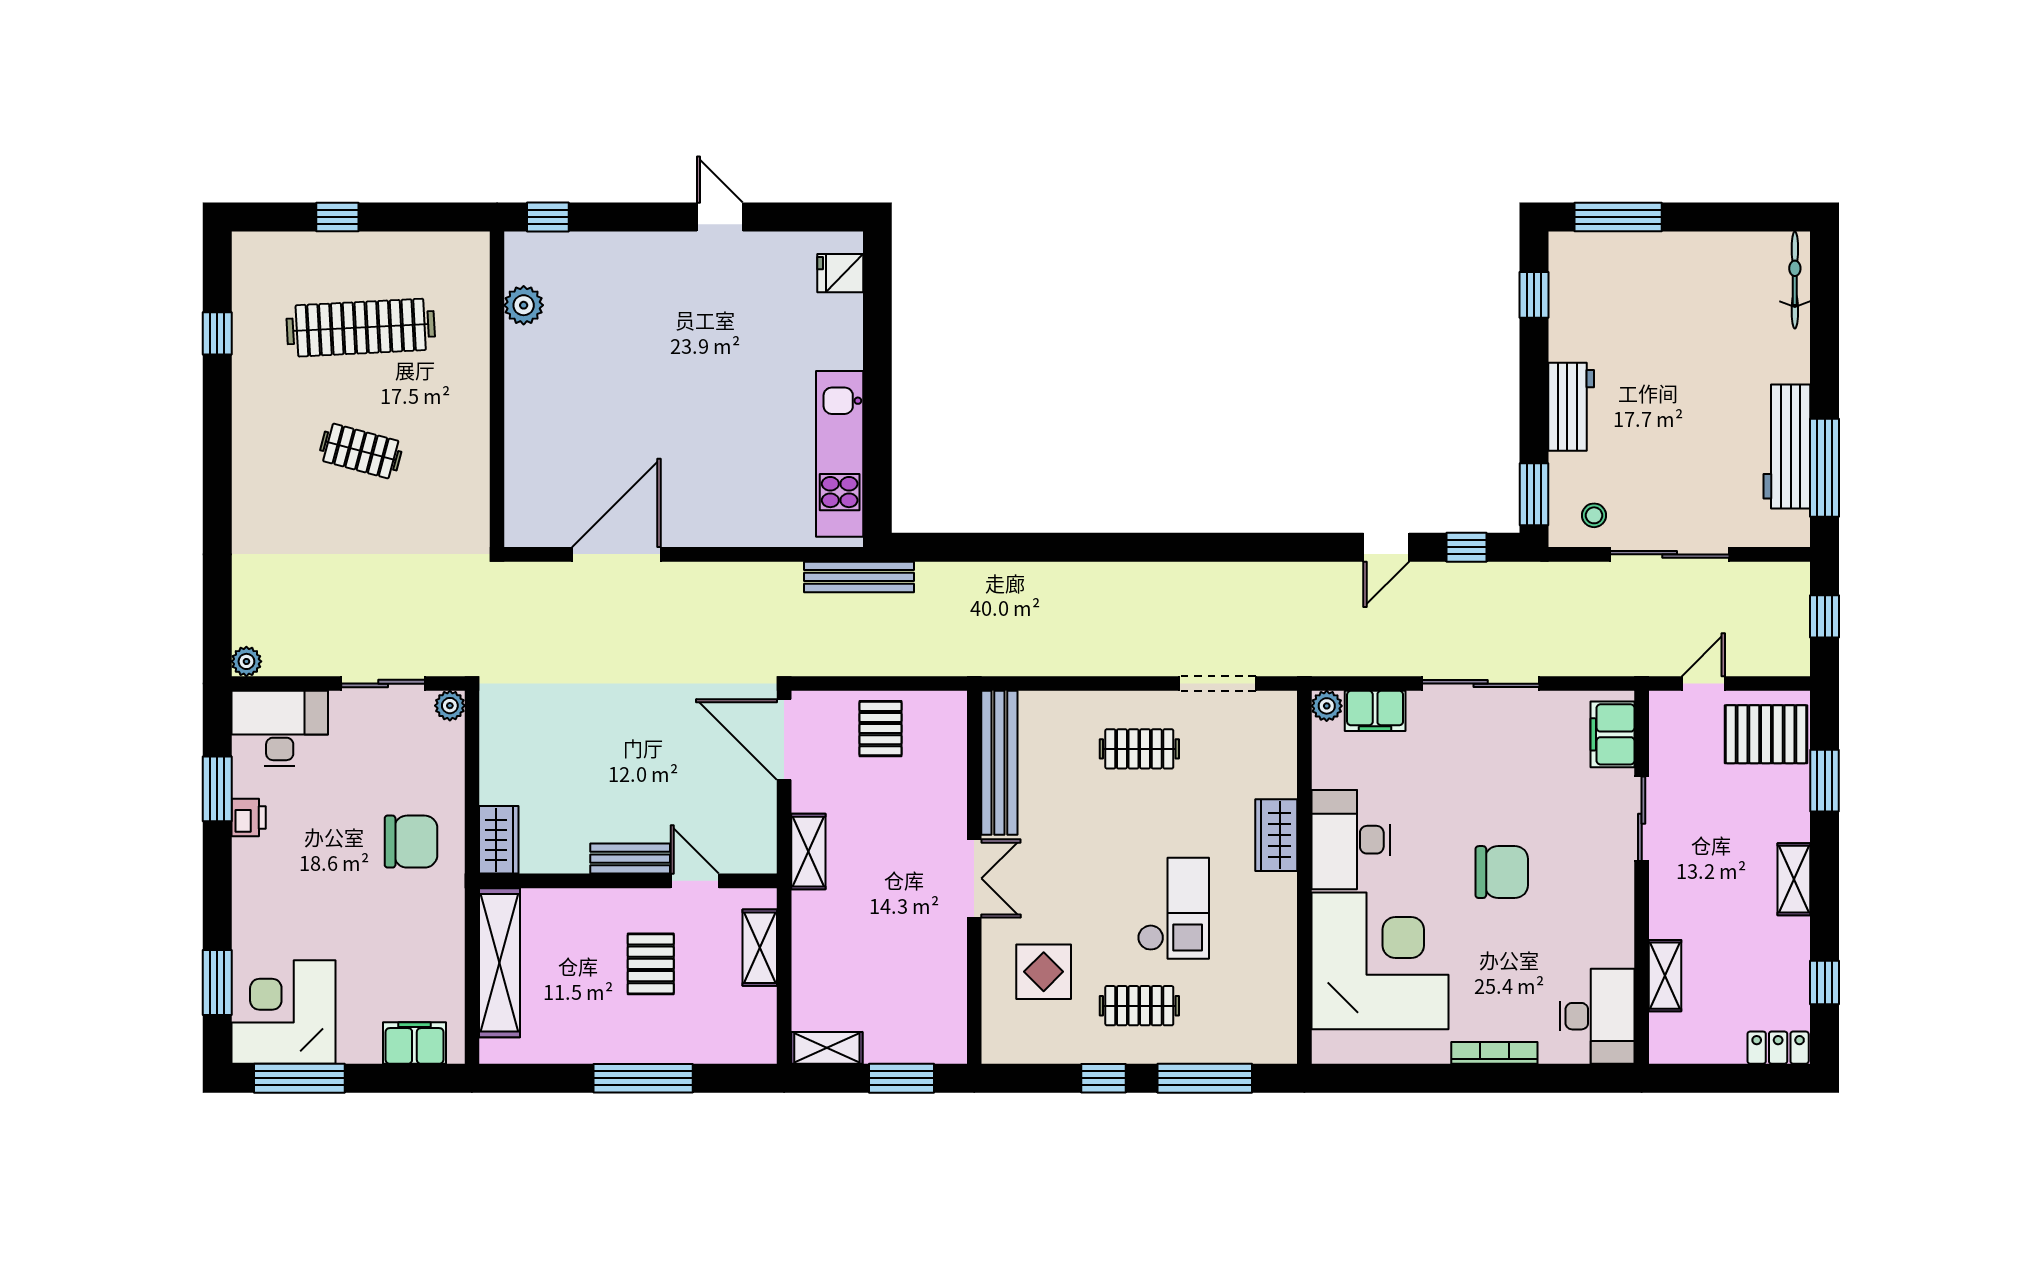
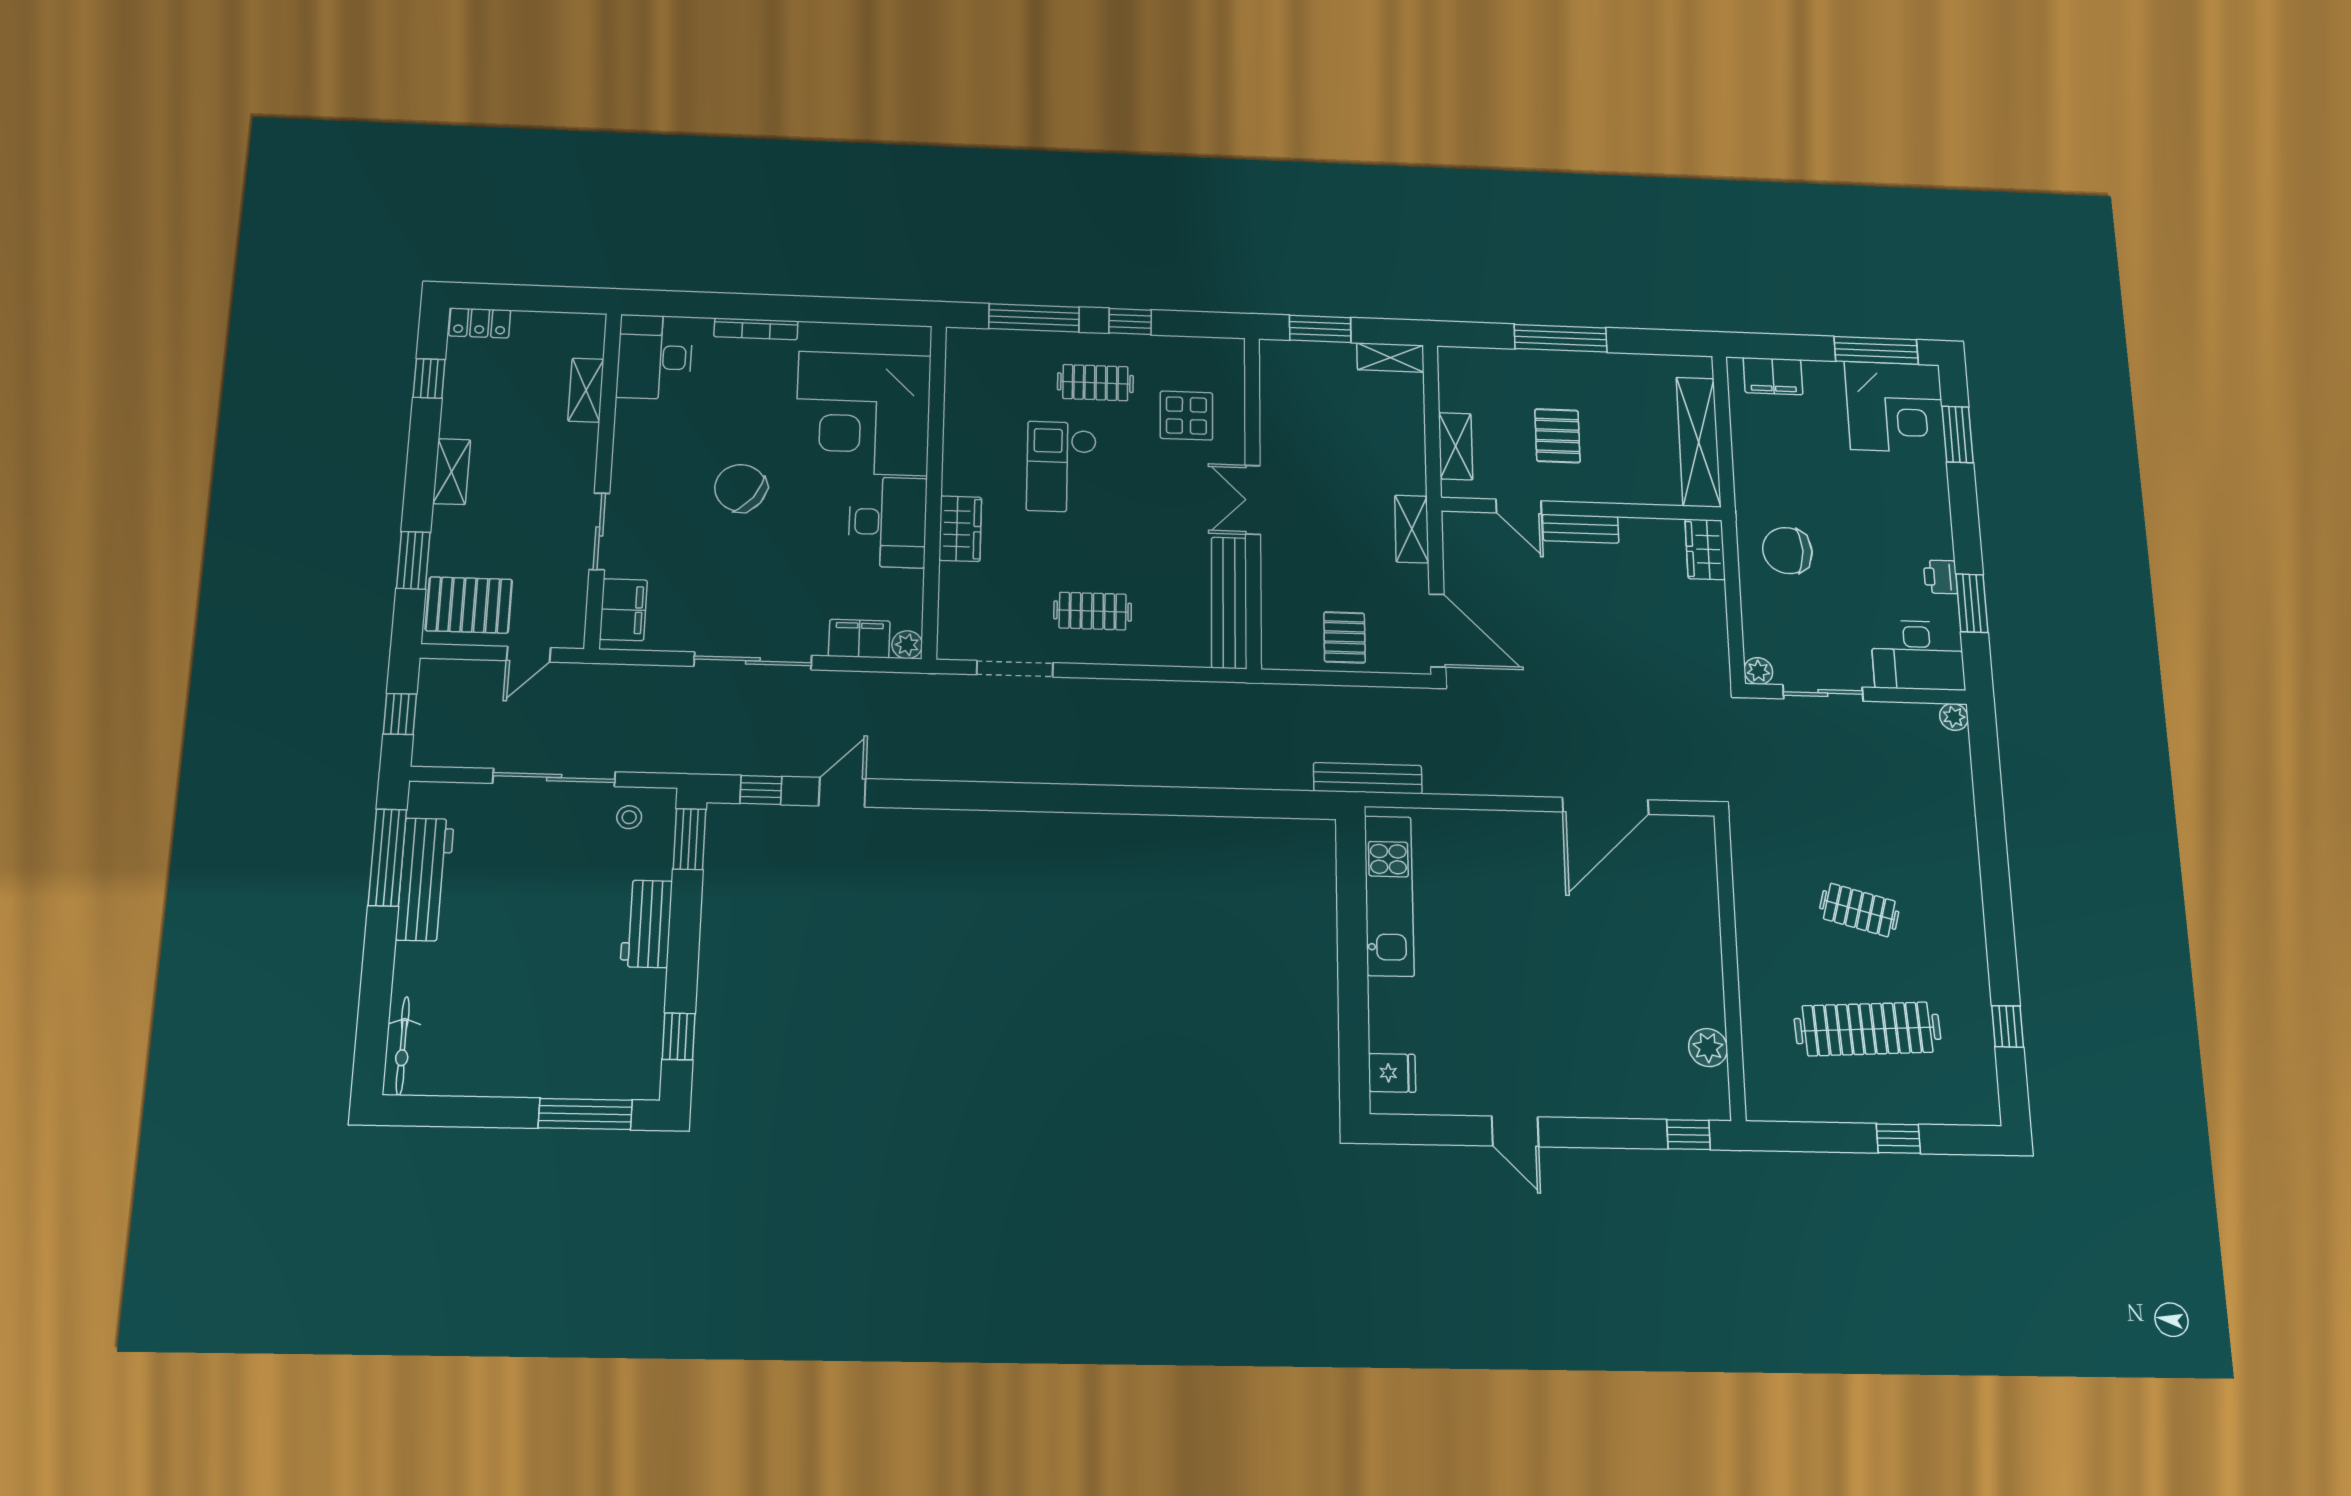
chair: (1502, 872) -> (741, 488), turned 37

